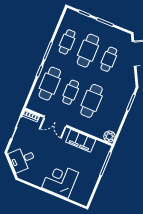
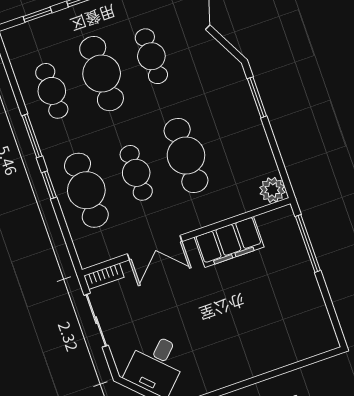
corner desk: (60, 180) -> (254, 342), removed

